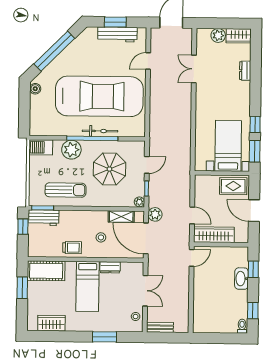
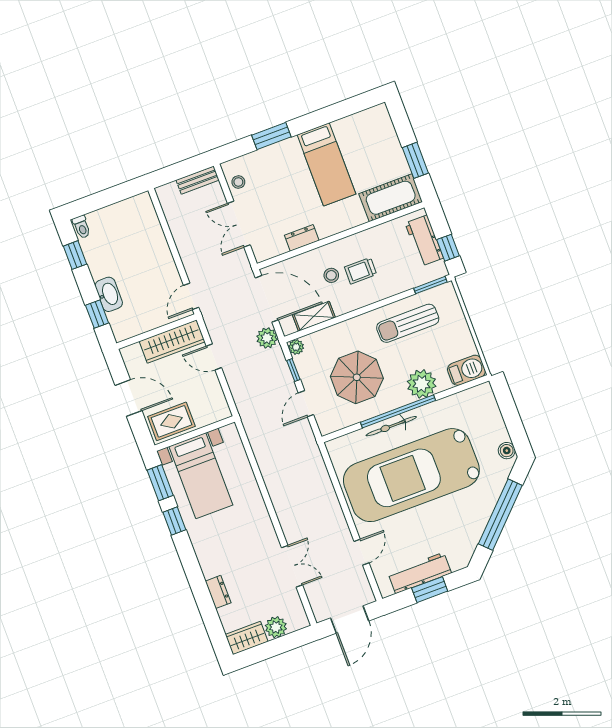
workbench: (43, 218) -> (424, 241), moved, turned -90
trolley: (72, 248) -> (361, 271), moved
bed: (87, 286) -> (326, 164), moved, turned 180
wardrobe: (51, 323) -> (354, 126), removed

